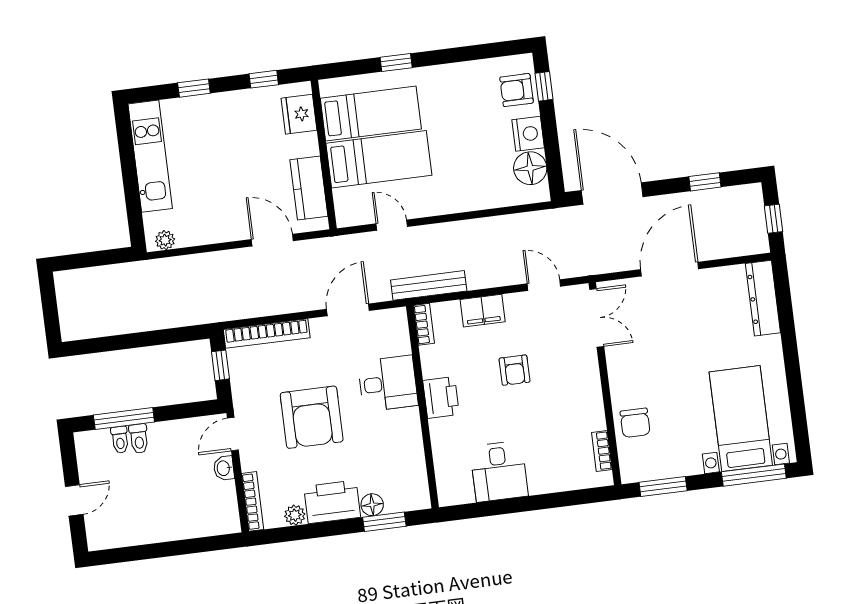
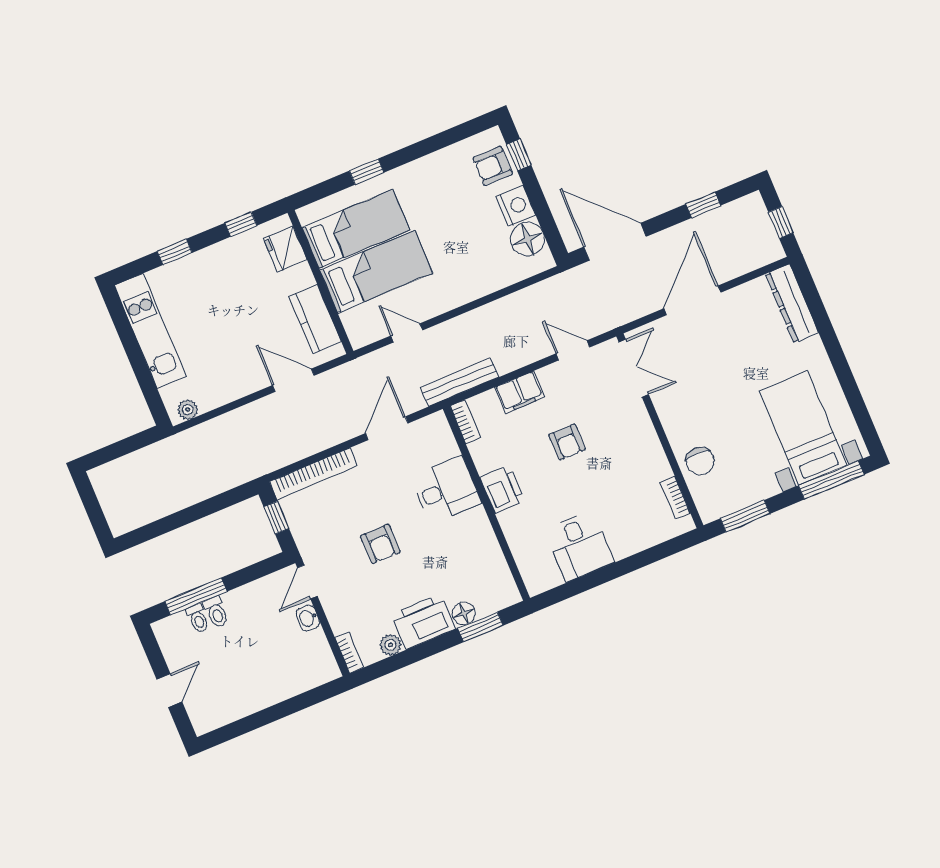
armchair: (312, 417) -> (380, 544), width x0.53, depth x0.53
bookcase: (253, 501) -> (349, 653), width x0.64

